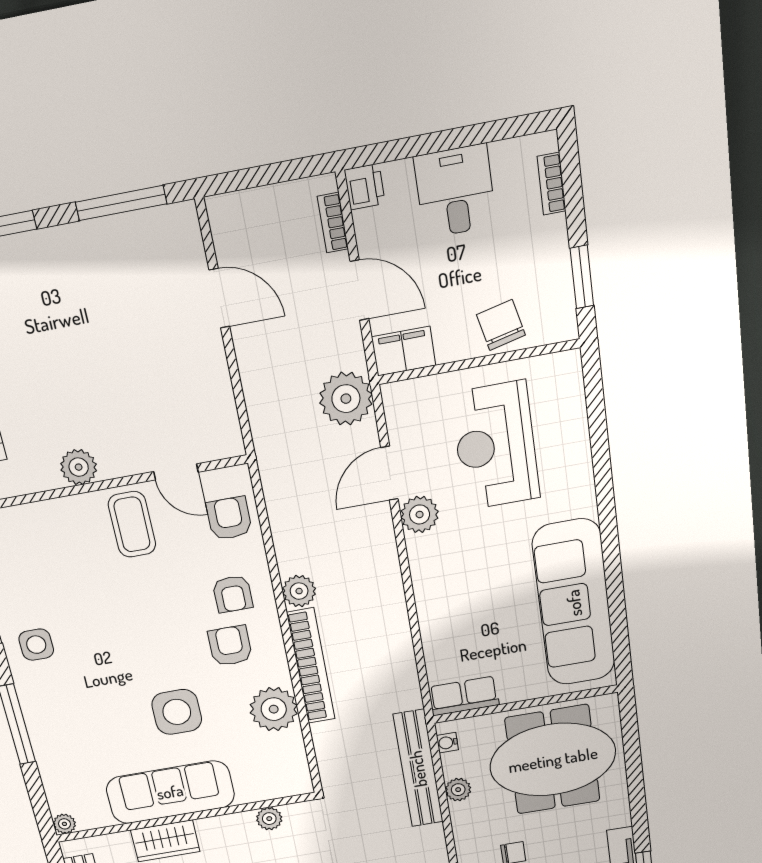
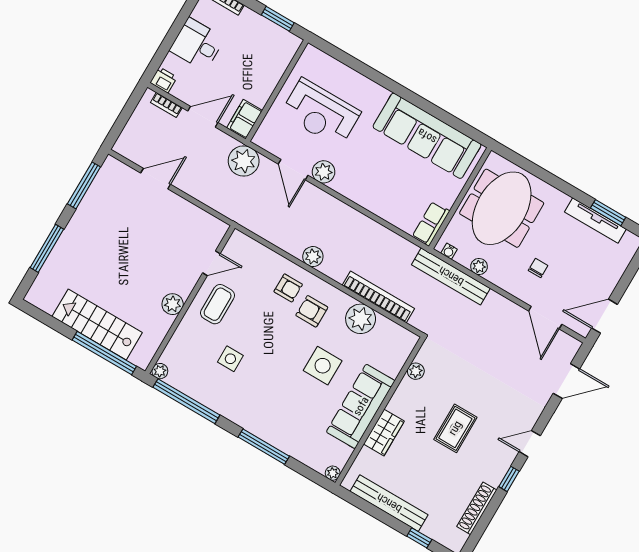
chair: (501, 325) -> (269, 69), removed
armchair: (229, 518) -> (252, 258), removed
coffee table: (132, 524) -> (218, 304), turned 90
side table: (36, 645) -> (230, 359), moved
bookcase: (311, 666) -> (378, 297), moved

